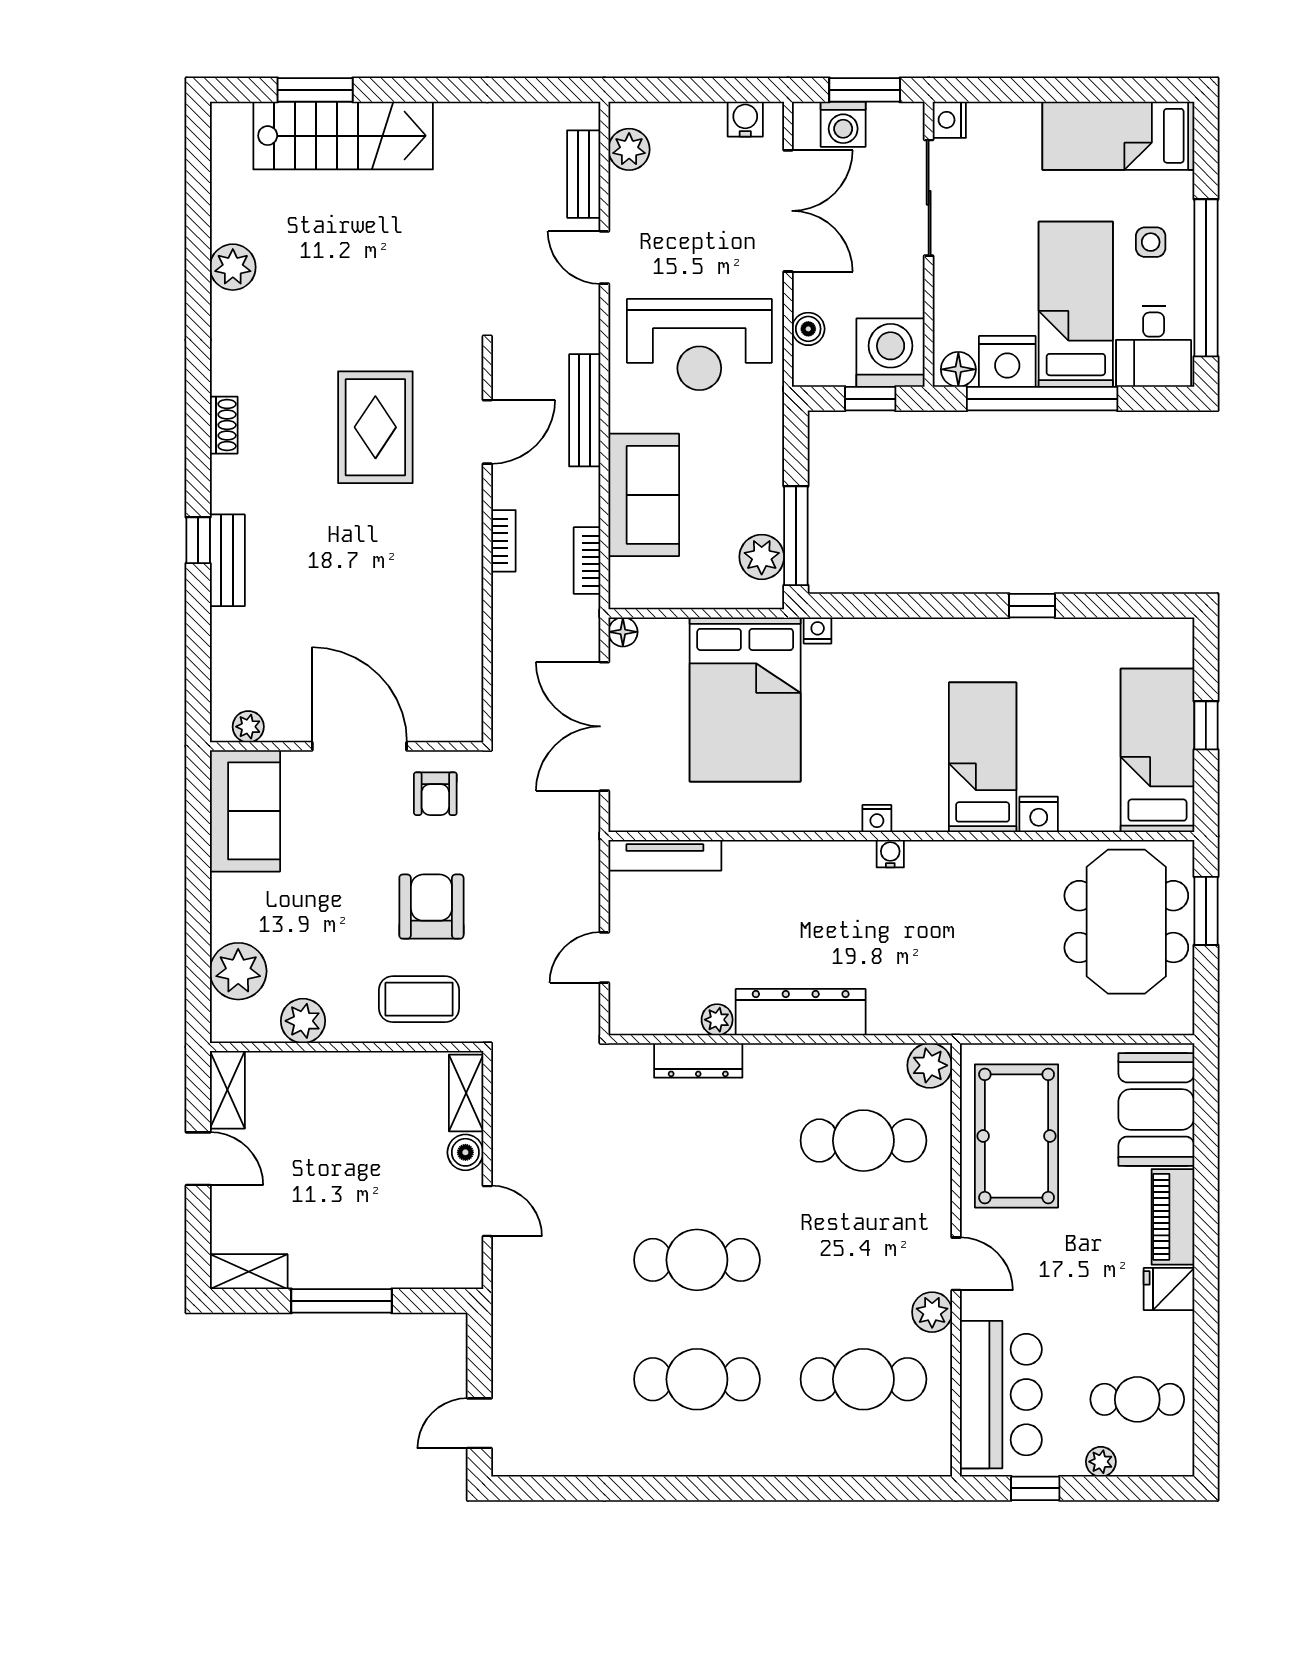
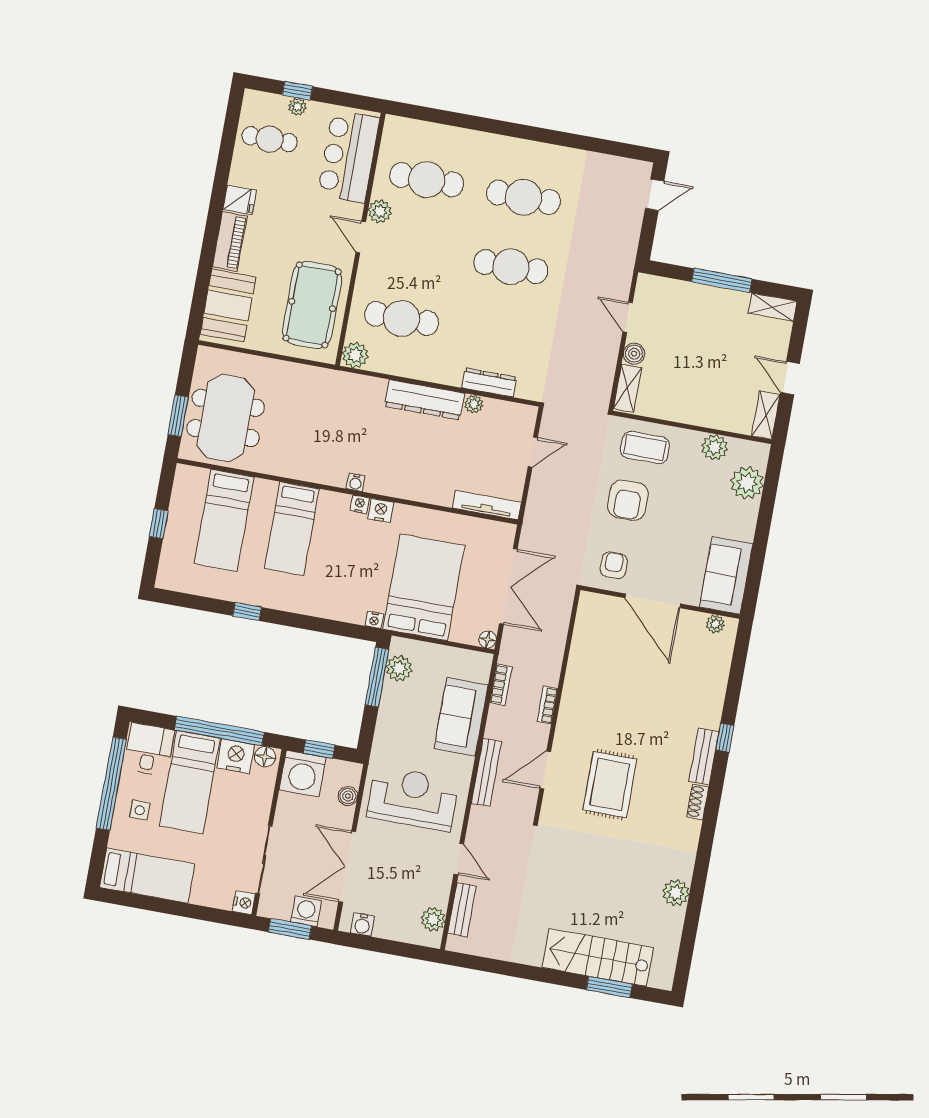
bench: (227, 560) -> (704, 756), moved
bed: (1157, 750) -> (224, 520), moved
nightstand: (1039, 814) -> (381, 510), moved
window: (1035, 1488) -> (297, 91), moved

